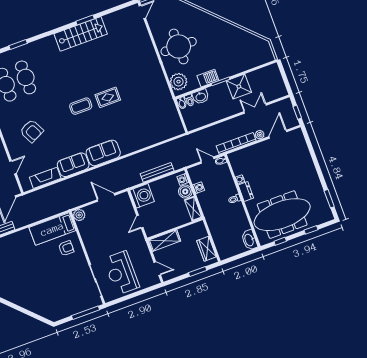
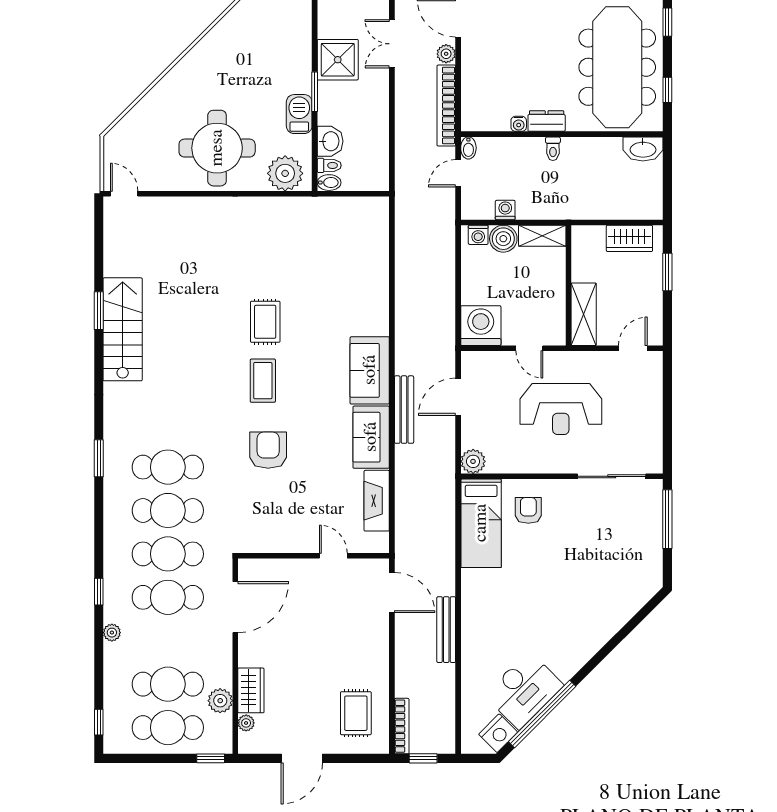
armchair: (32, 131) -> (268, 450), moved, turned -64
bench: (157, 172) -> (404, 410), moved
reception desk: (121, 273) -> (561, 409), moved

